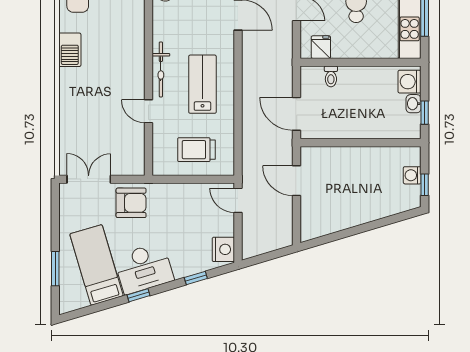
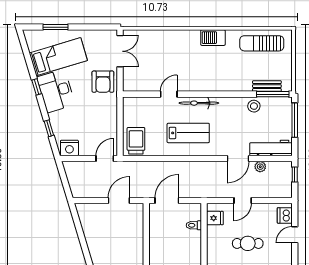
trolley: (196, 150) -> (136, 141), moved

